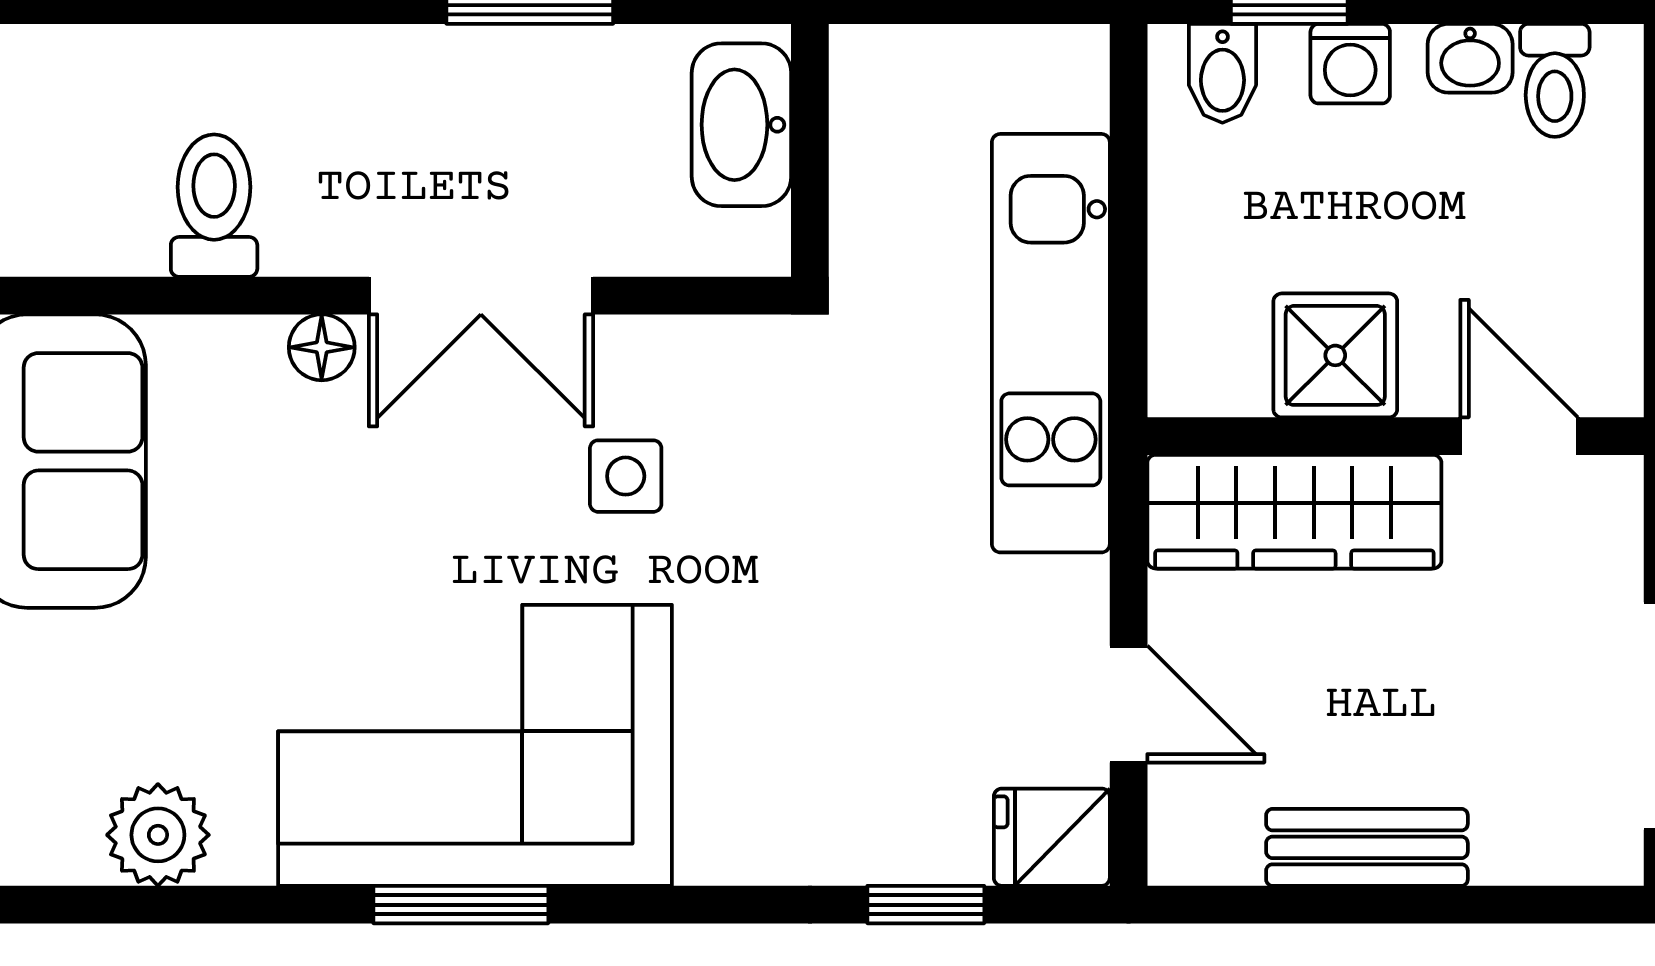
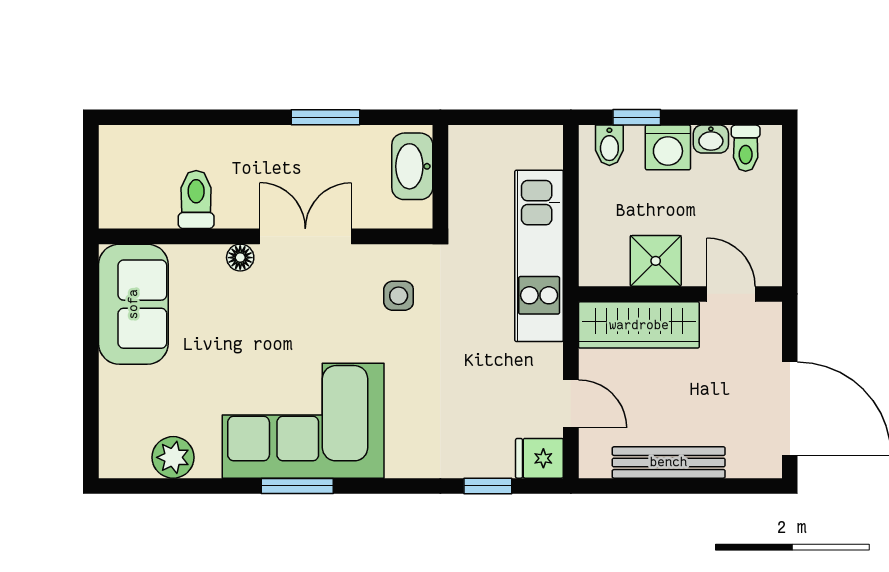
washing machine: (1350, 64) -> (668, 147), width x1.38, depth x1.38
double door: (481, 296) -> (305, 236), swing flipped
side table: (626, 476) -> (399, 296), moved
bench: (1367, 847) -> (669, 462), width x1.36

